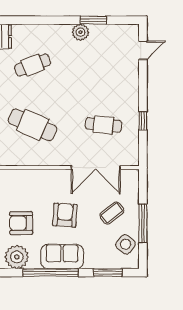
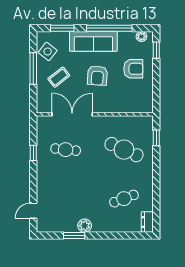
plant: (17, 257) -> (141, 36), width x0.53, depth x0.53
sofa: (62, 257) -> (93, 41), width x1.36

